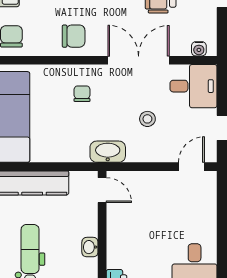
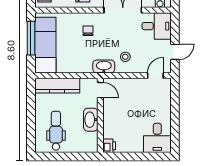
stool: (147, 119) -> (125, 57), moved
washbasin: (90, 247) -> (91, 120), width x1.91, depth x1.45

